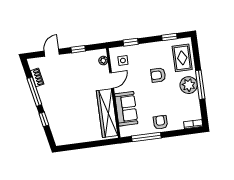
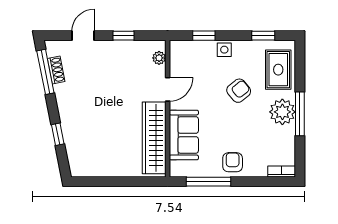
side table: (123, 60) -> (224, 50), moved
armchair: (158, 75) -> (239, 91), turned 141
window: (34, 92) -> (45, 72), moved

